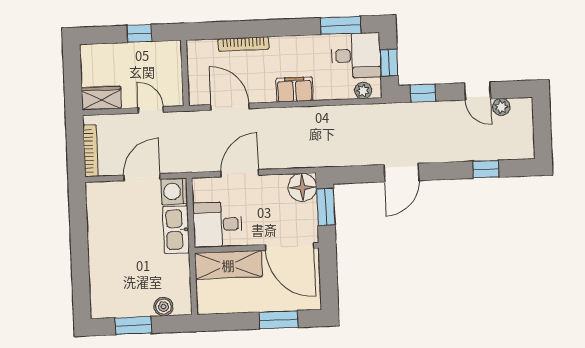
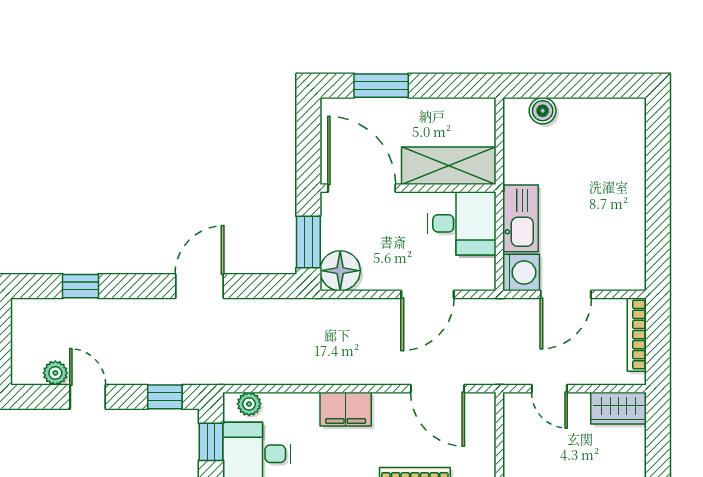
window: (133, 326) -> (586, 86), removed

